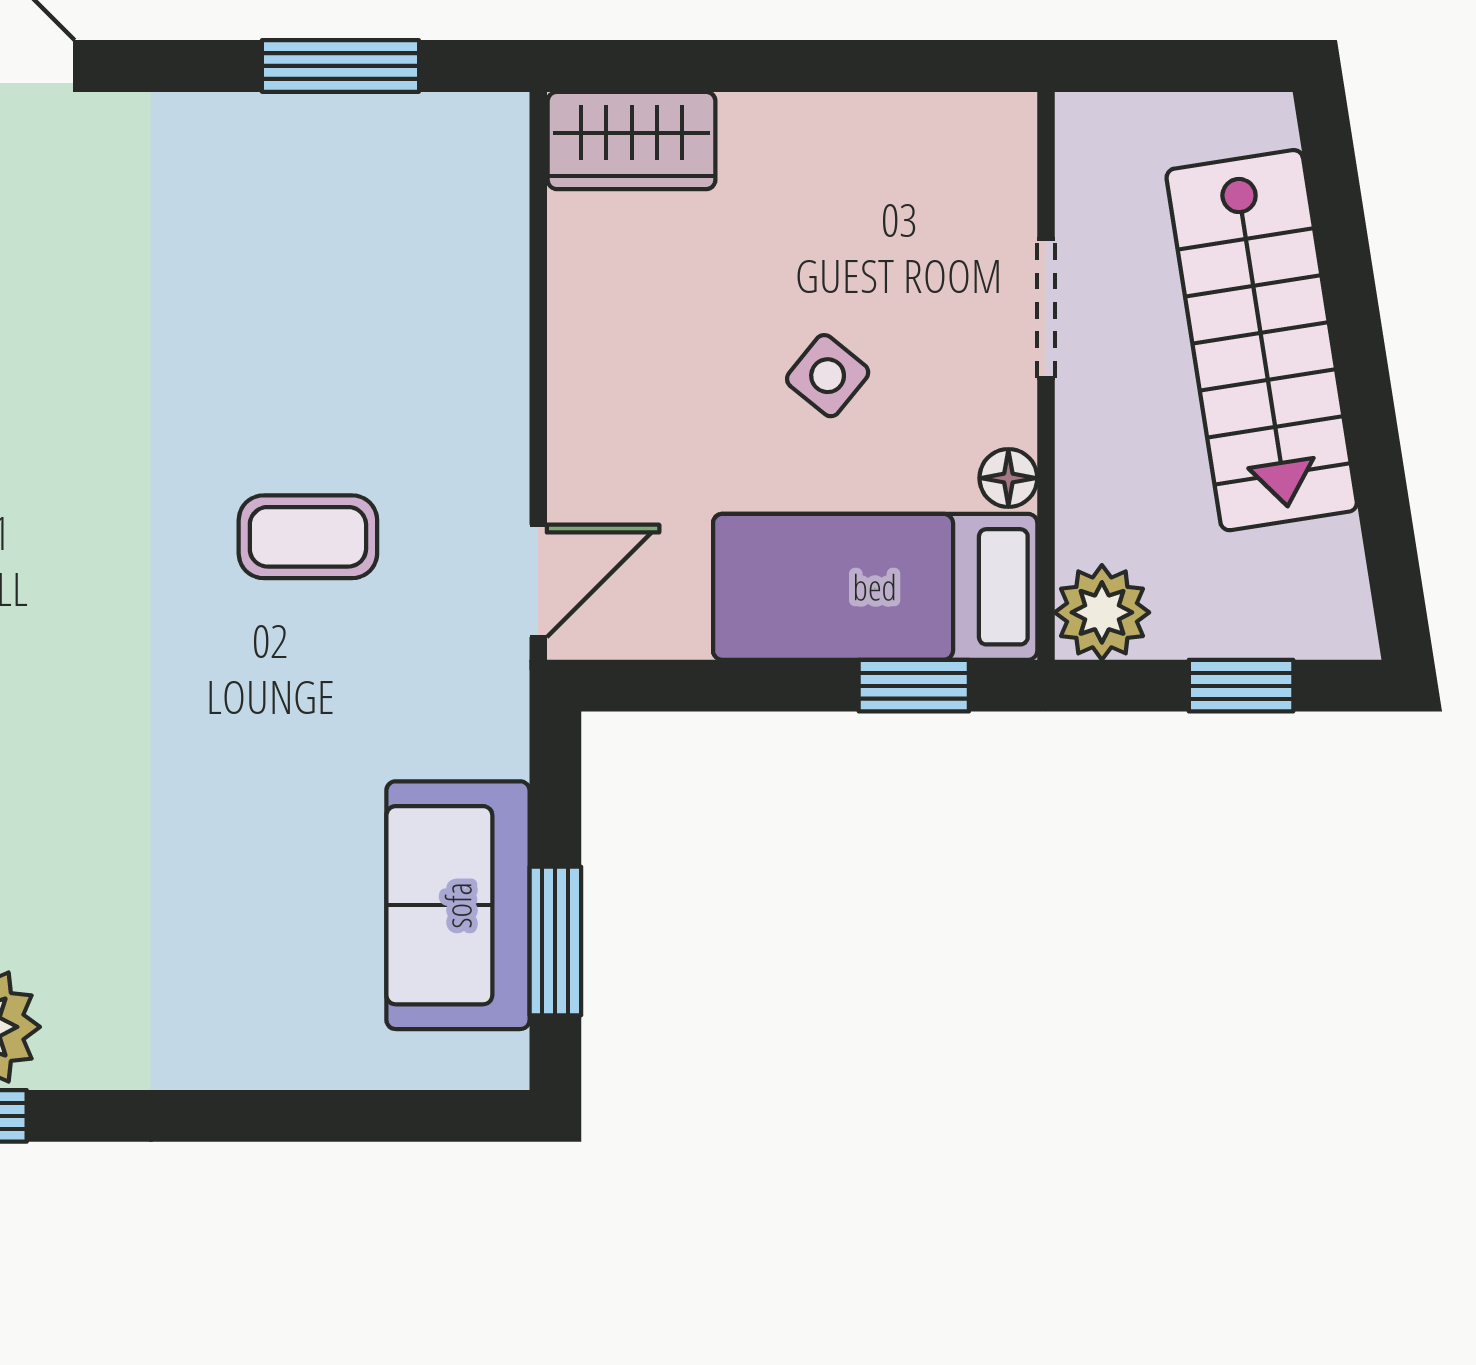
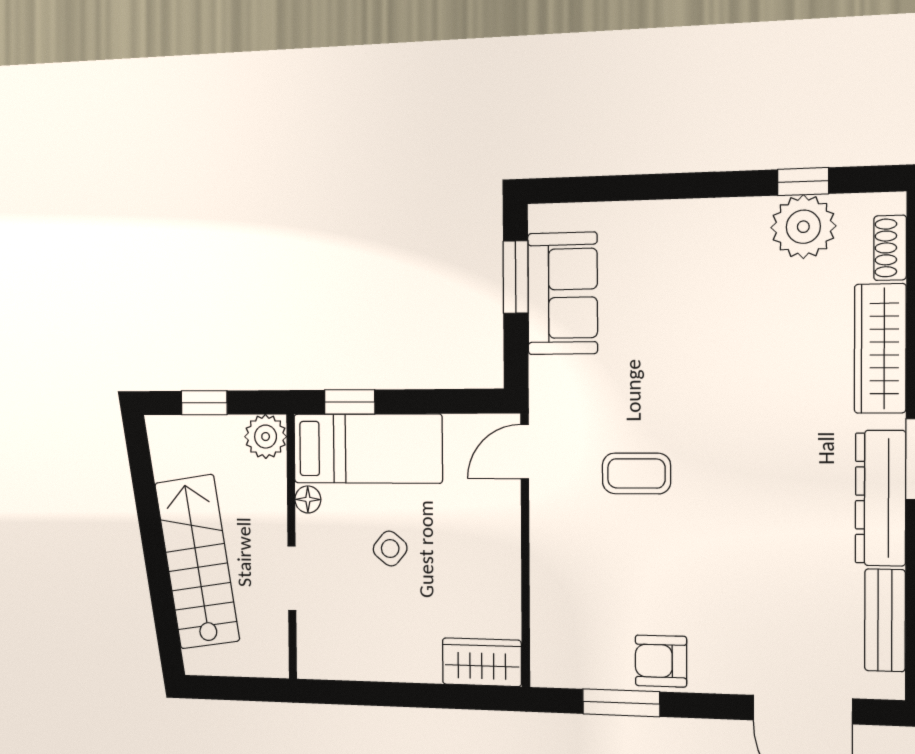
armchair: (259, 155) -> (661, 661), added

